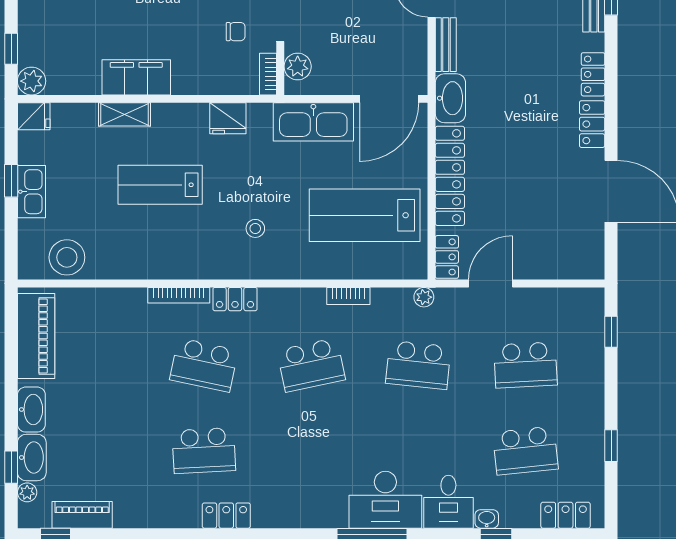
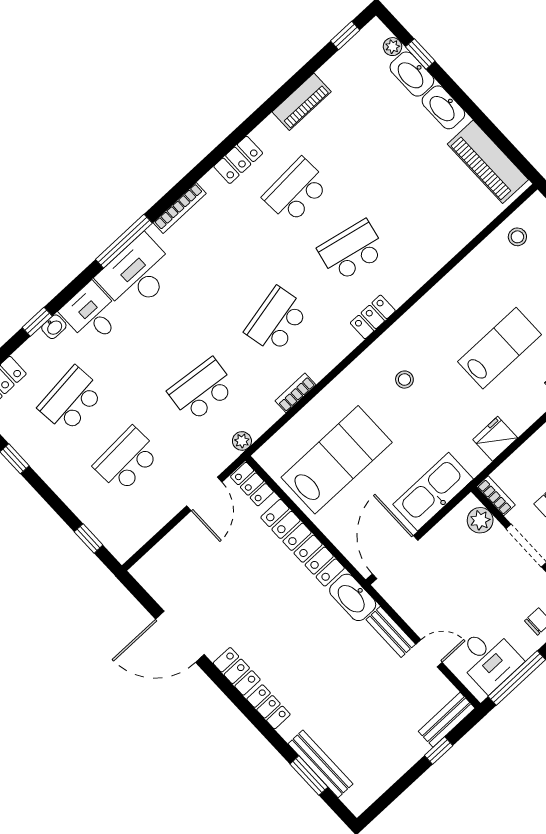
stool: (67, 257) -> (517, 237), width x0.53, depth x0.53
bookcase: (179, 295) -> (180, 208), moved, turned 180
piano: (82, 515) -> (302, 102), moved

